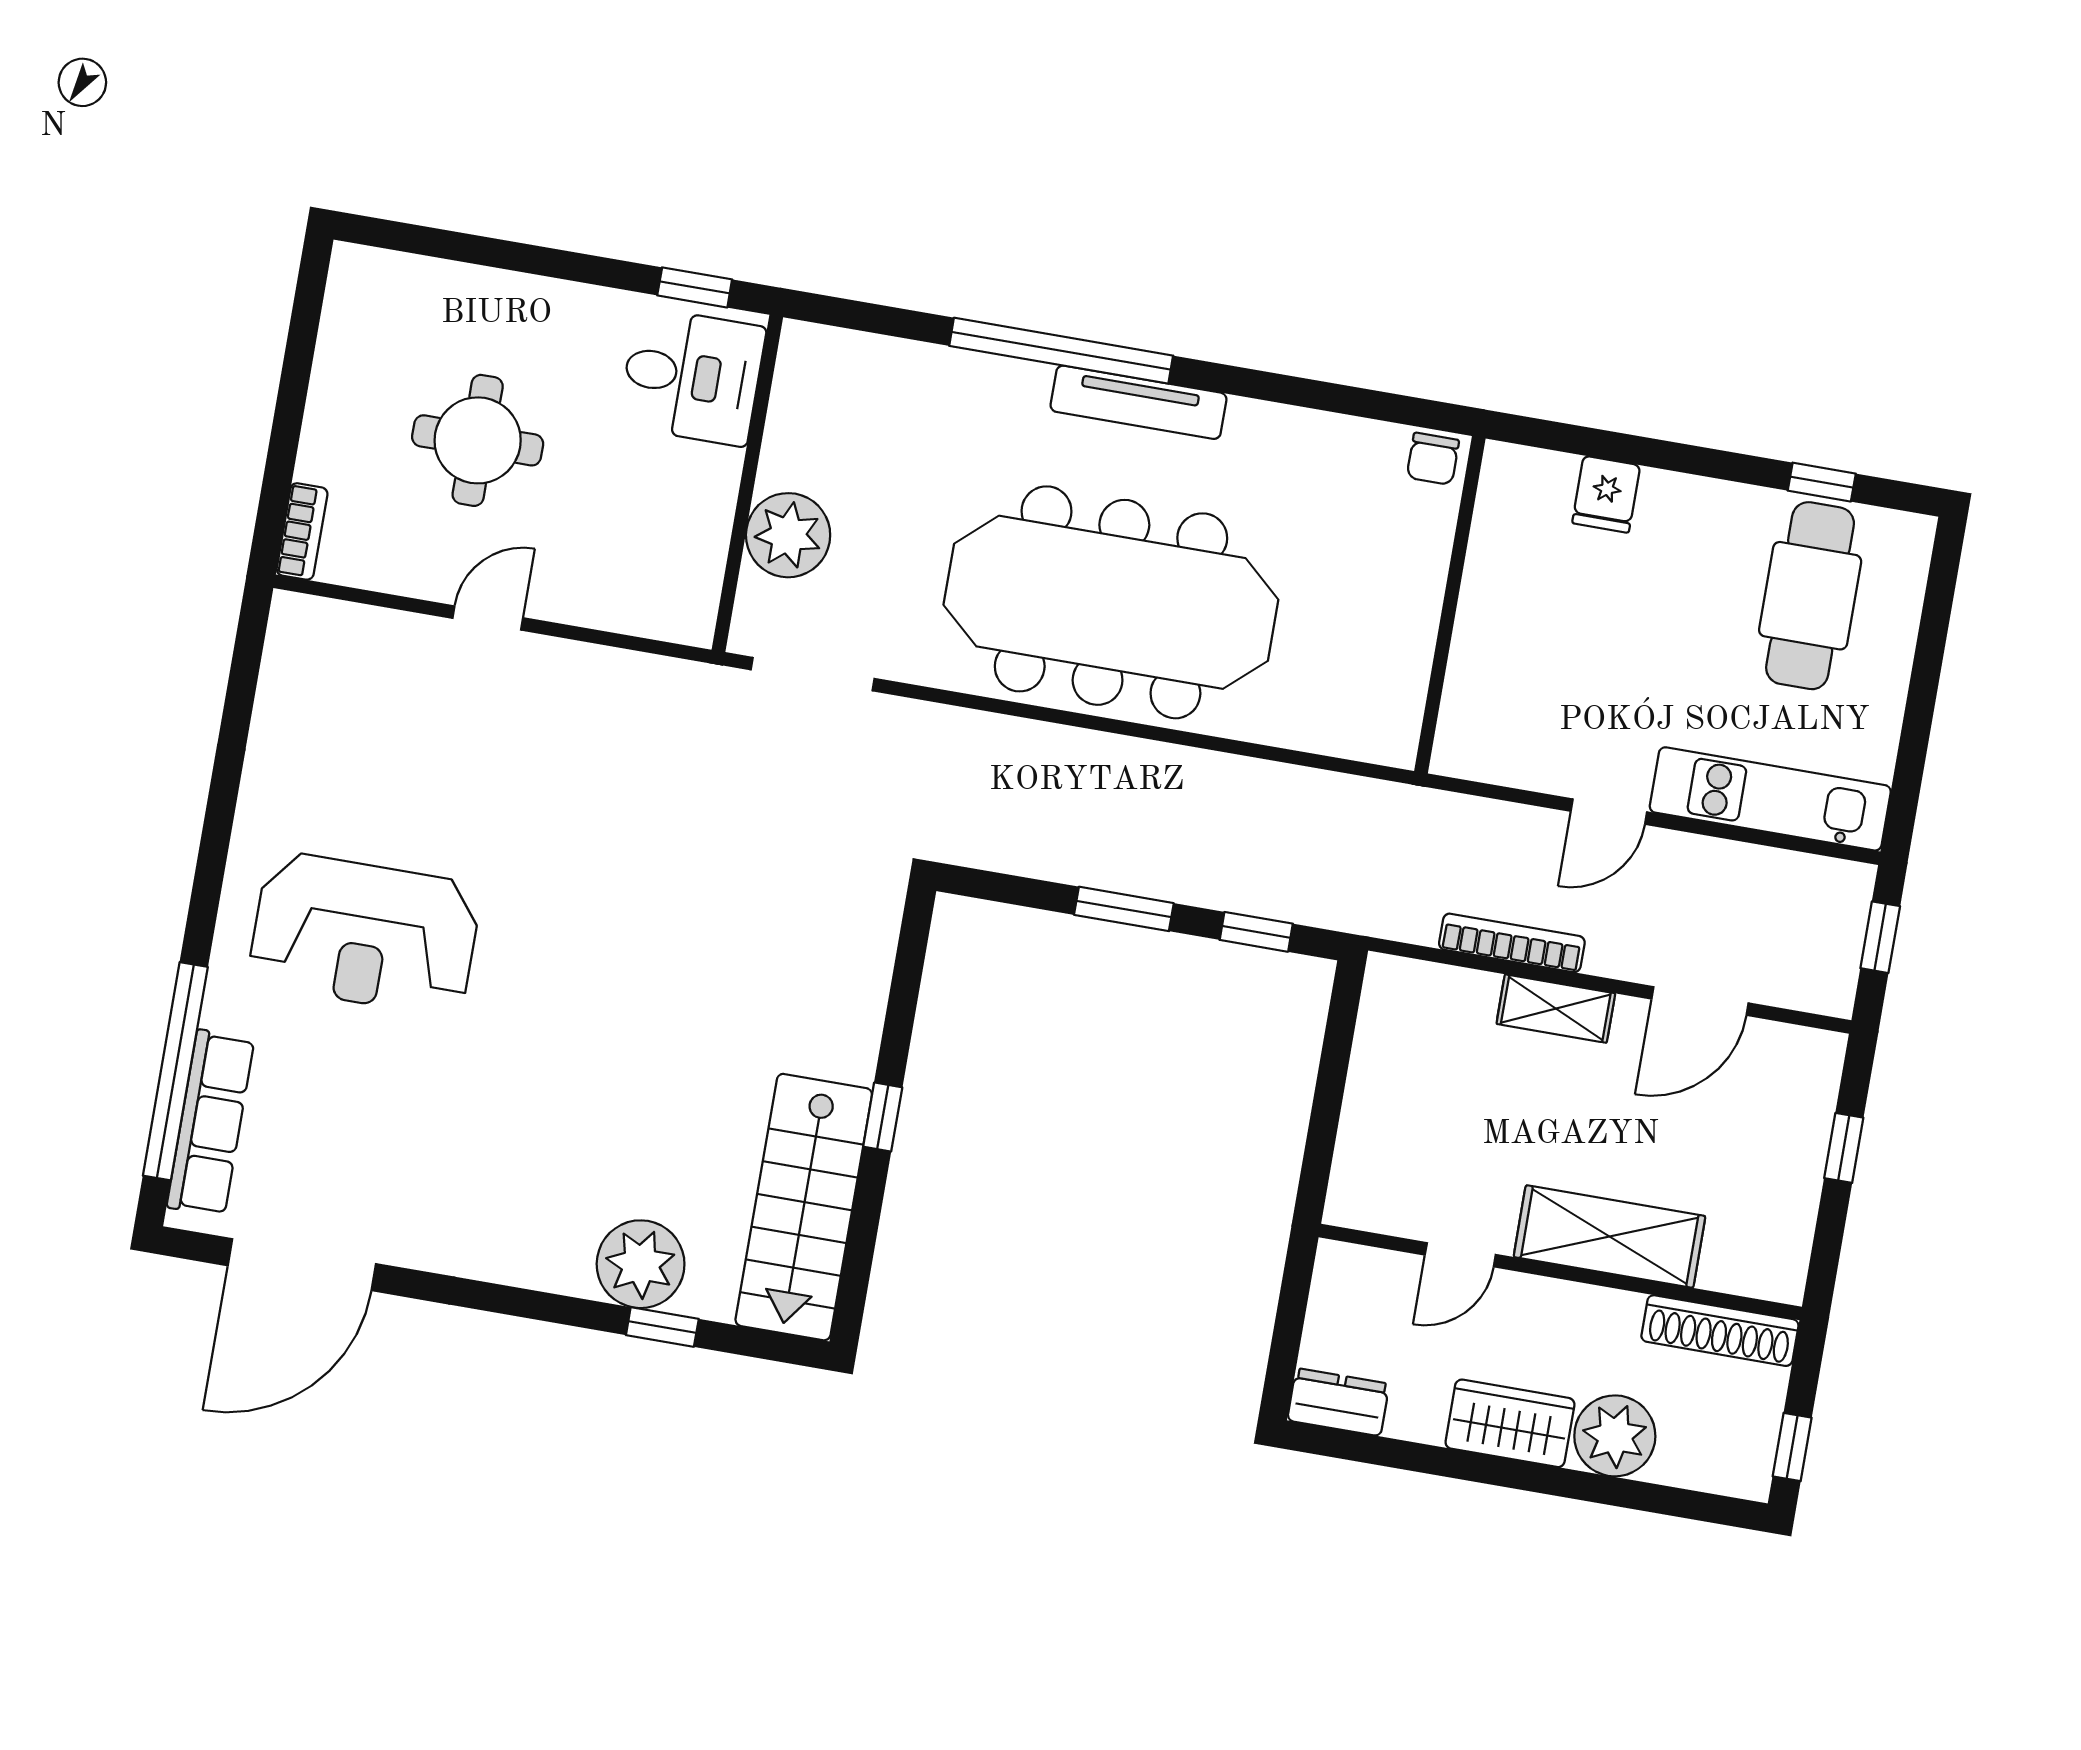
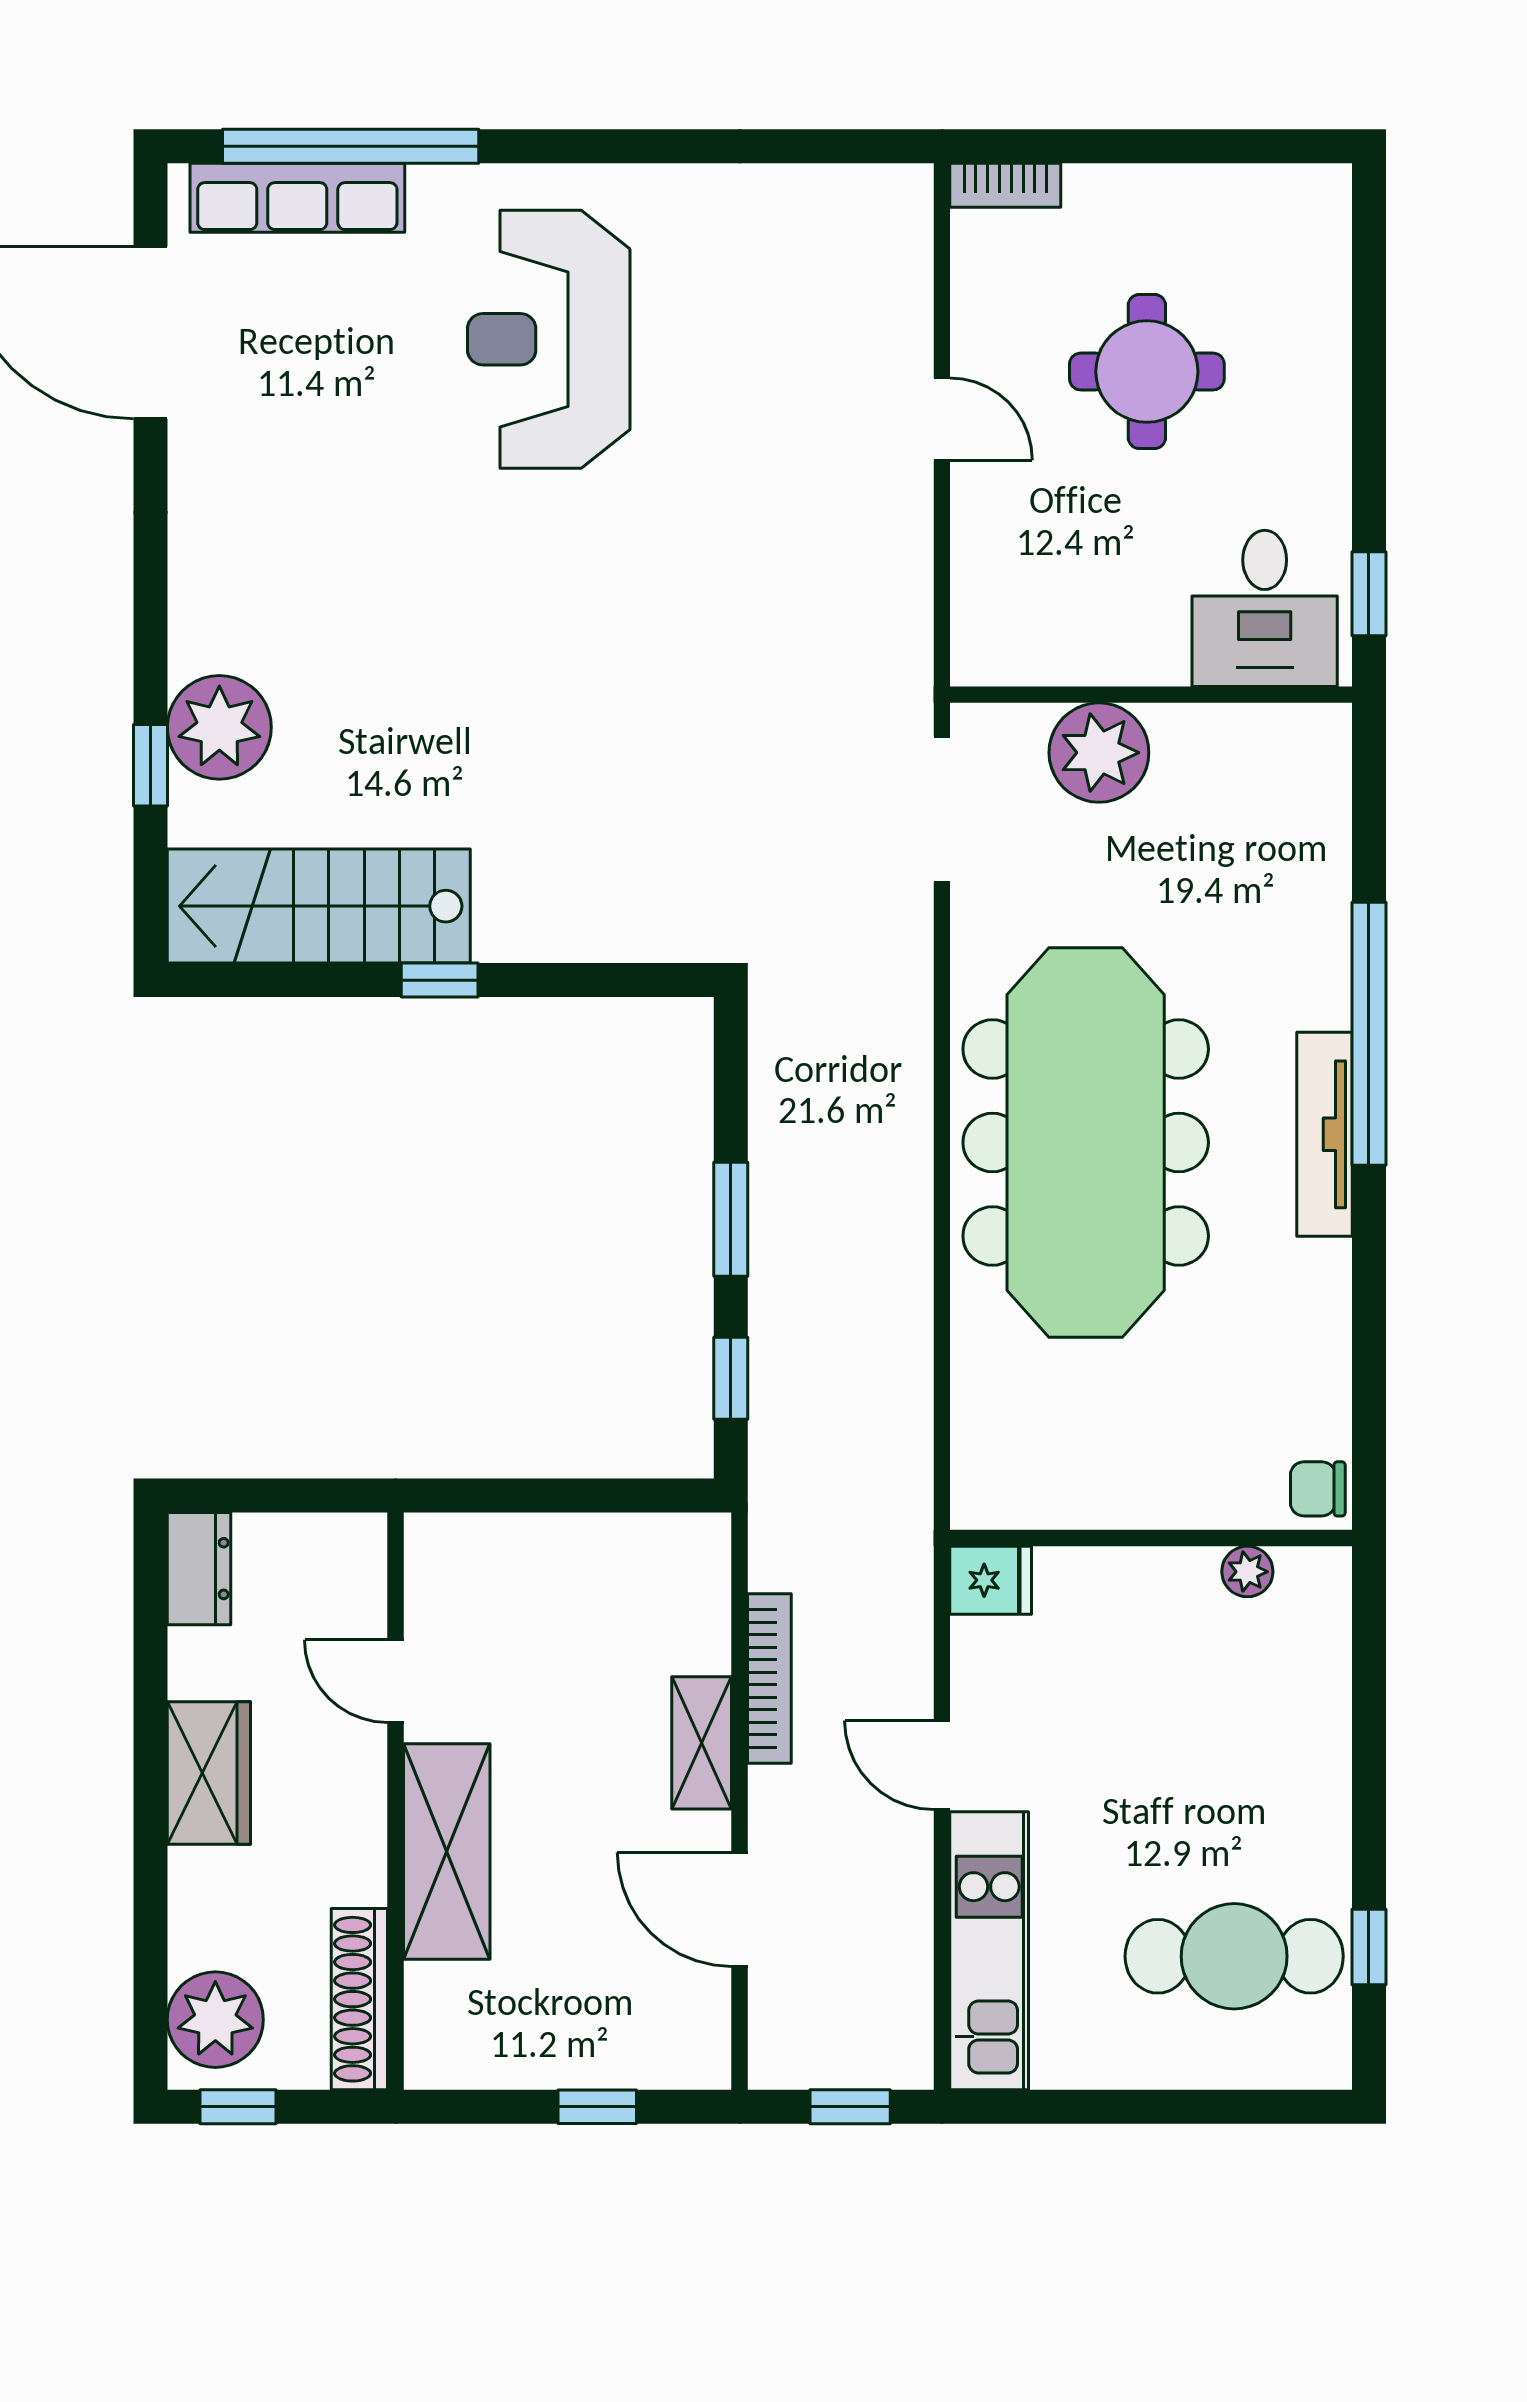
fridge: (1606, 494) -> (991, 1580), moved, turned 180
plant: (1492, 529) -> (1247, 1572), added
plant: (1615, 1436) -> (215, 2020), moved

